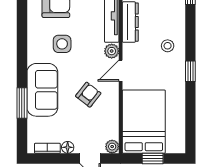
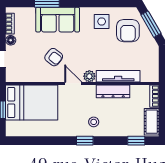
side table: (62, 44) -> (102, 21), moved
window: (190, 71) -> (85, 141), moved
plant: (112, 147) -> (11, 77), removed

